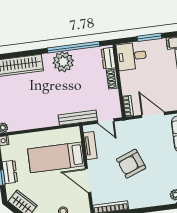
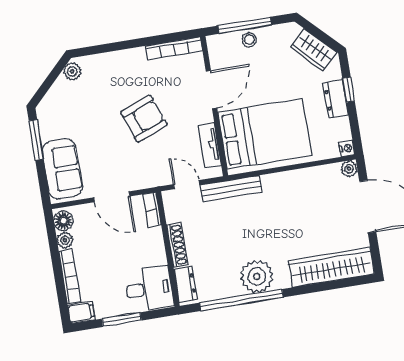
shoe rack: (112, 79) -> (177, 245), width x1.43
bed: (56, 157) -> (265, 134), width x1.50
door: (88, 180) -> (212, 90), hinge flipped

